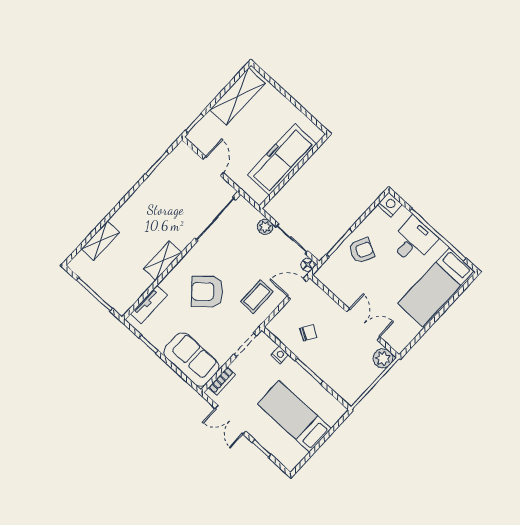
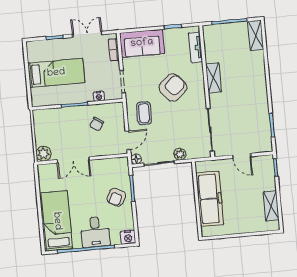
shelving: (238, 96) -> (271, 206), width x0.67, depth x0.75
shelving: (100, 241) -> (256, 35), moved

